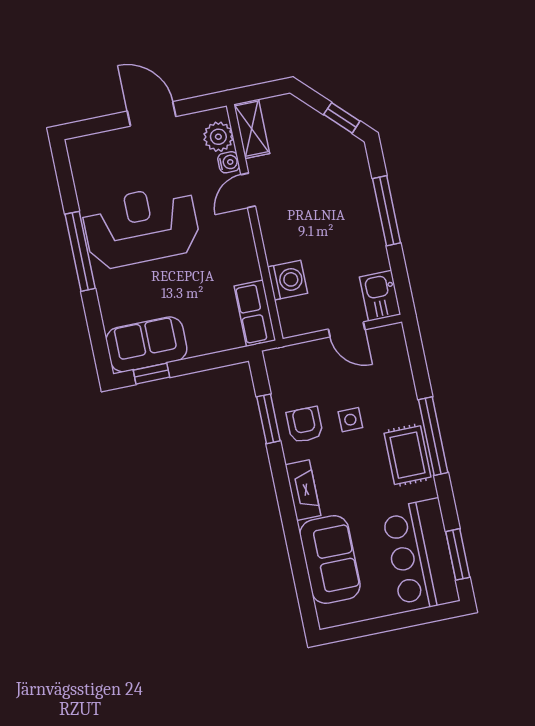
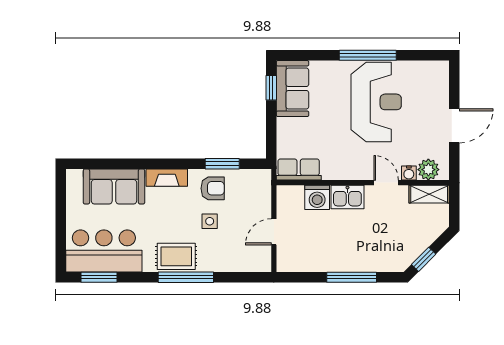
kitchen sink: (380, 296) -> (347, 197), moved, turned 180

